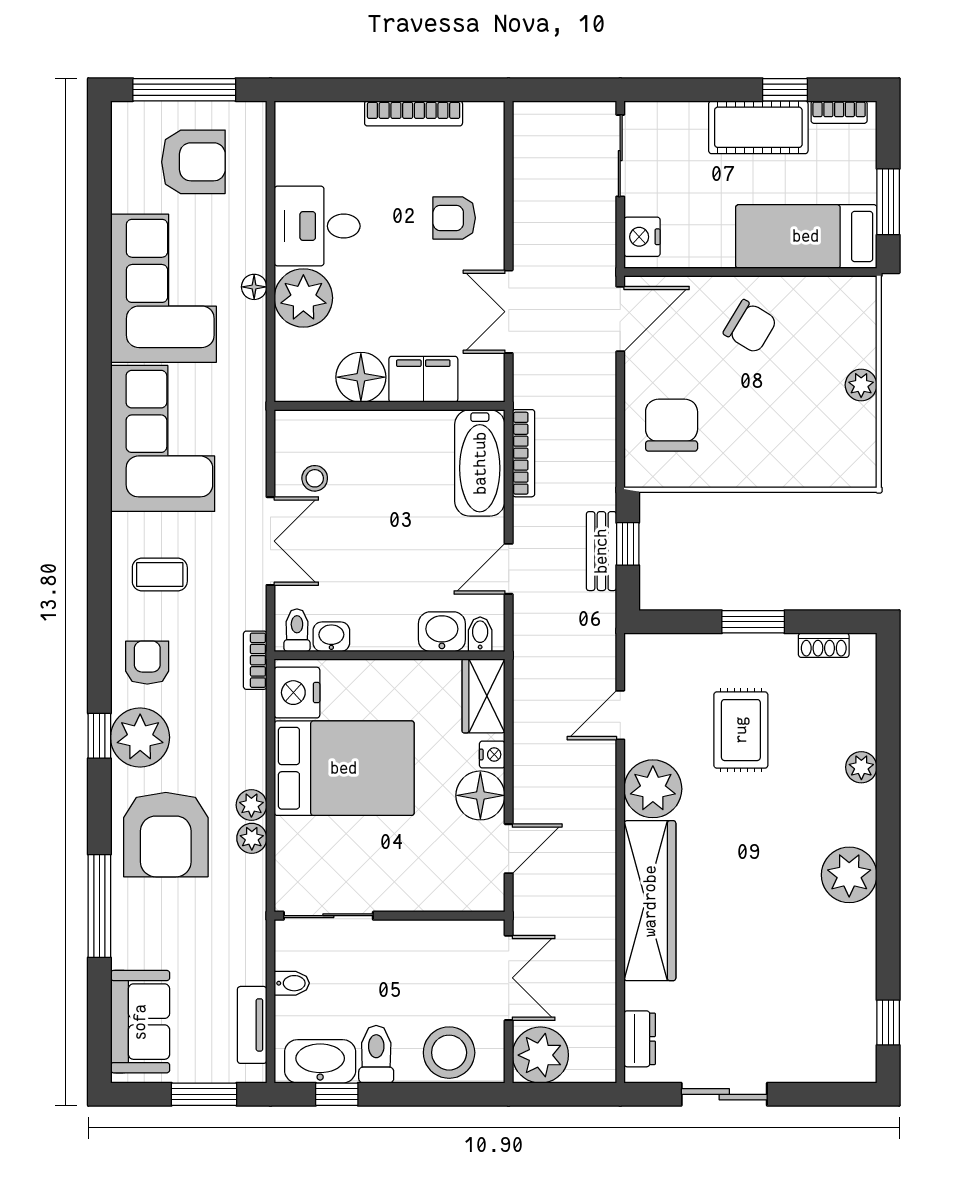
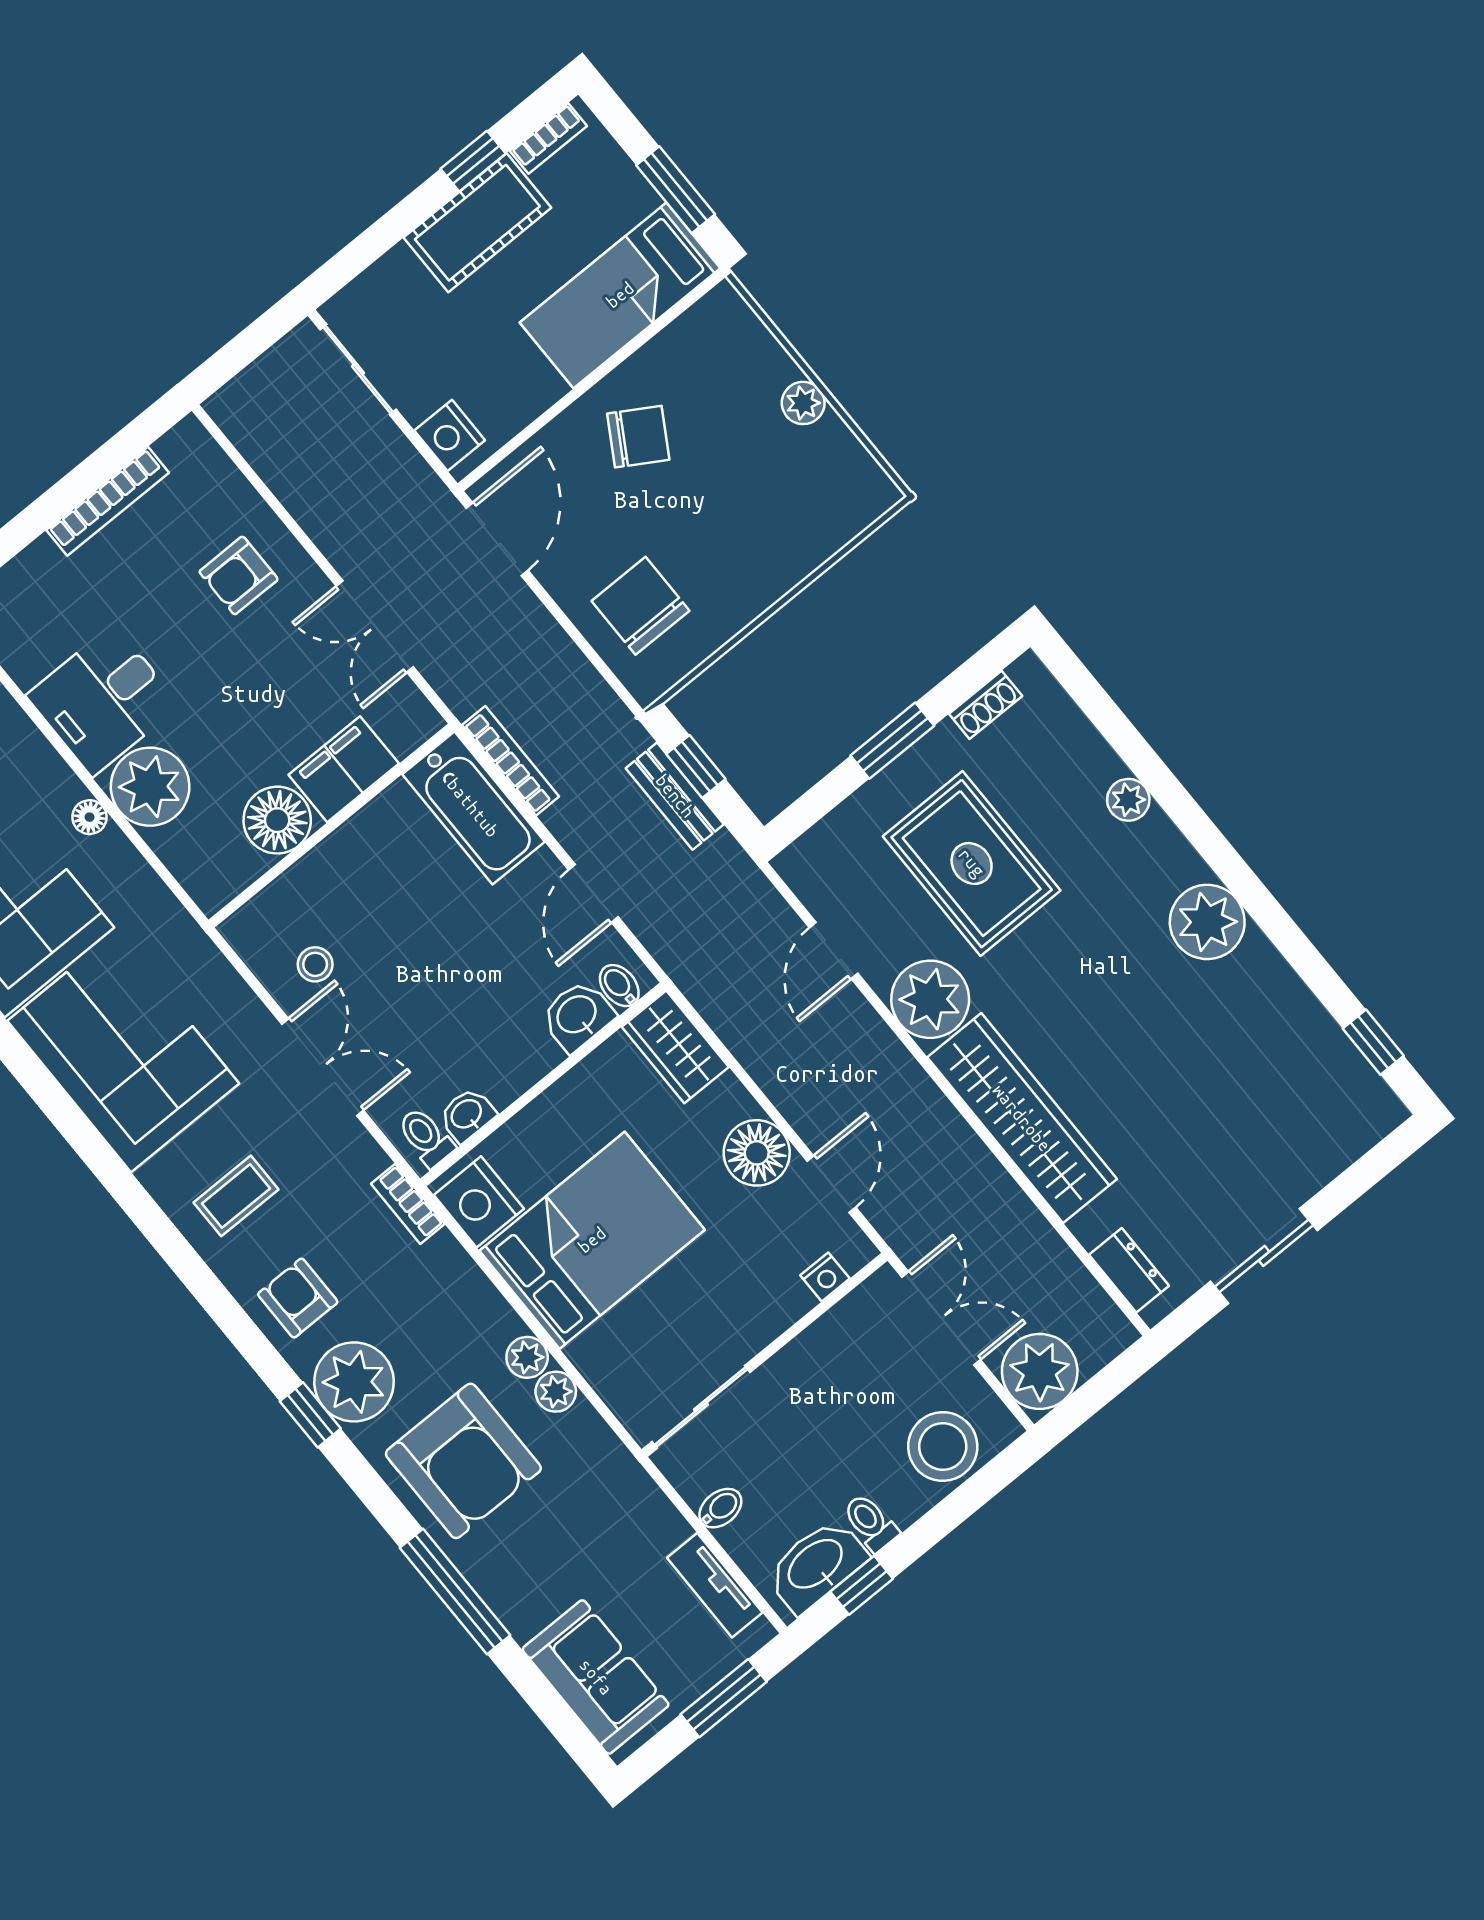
rug: (741, 730) -> (972, 863), width x1.36, depth x1.43
nightstand: (492, 755) -> (825, 1277), moved, turned 90
toilet: (376, 1054) -> (870, 1523), width x0.73, depth x0.72

